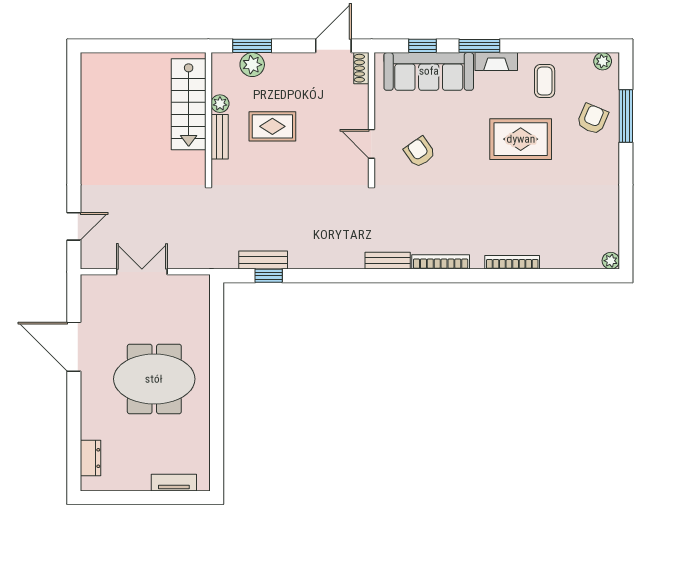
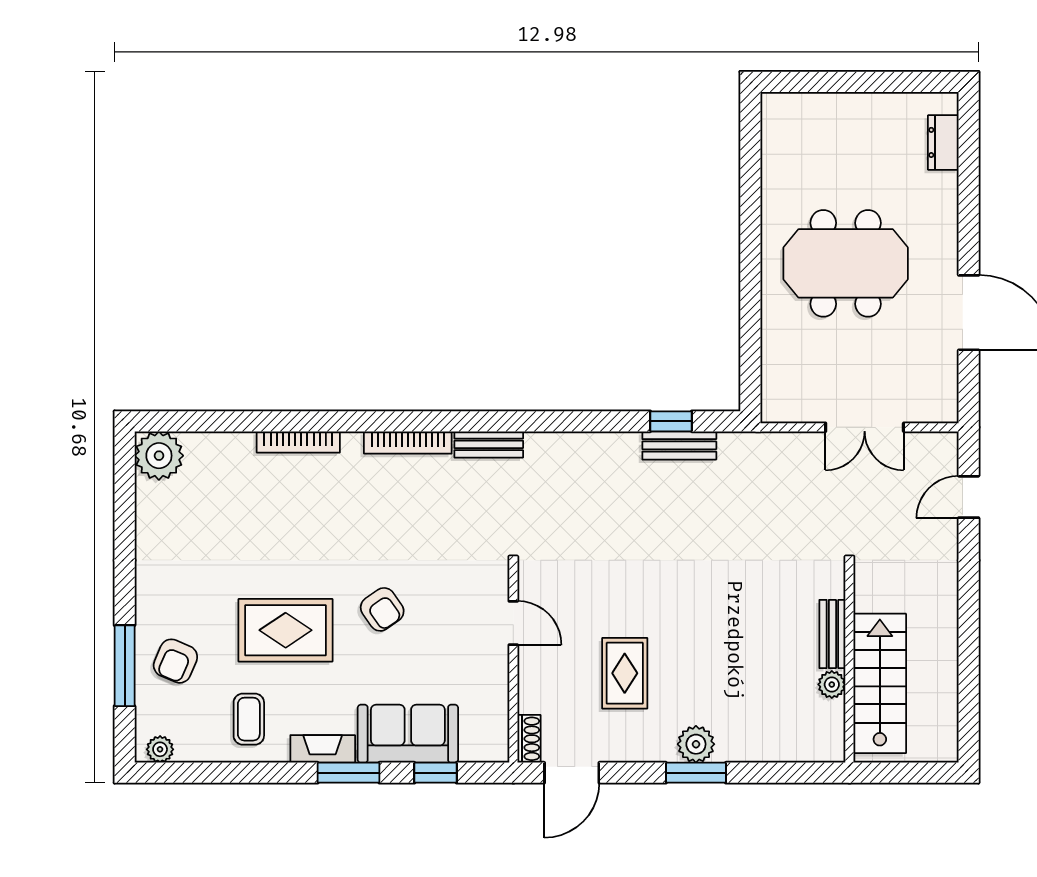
sofa: (429, 71) -> (408, 734), width x0.73
stairs: (189, 104) -> (880, 683), moved
plant: (220, 104) -> (832, 684), moved
wall: (208, 117) -> (849, 664), moved
rug: (272, 126) -> (625, 673), moved, turned 90
bench: (220, 137) -> (832, 634), moved
armchair: (420, 152) -> (382, 609), moved
plant: (611, 261) -> (159, 456), width x1.88, depth x1.88
tv unit: (174, 483) -> (816, 105), removed

